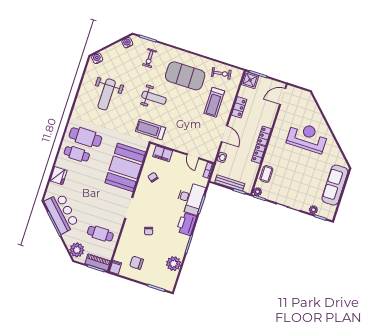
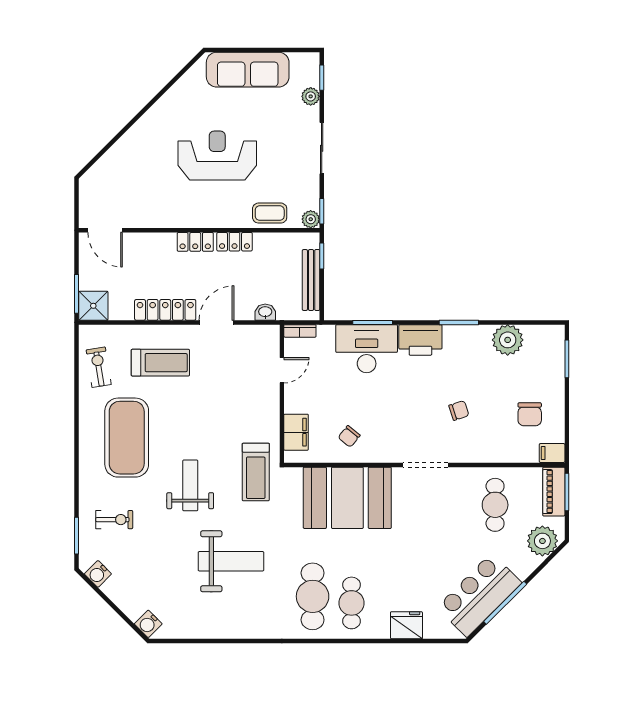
weight bench: (107, 94) -> (231, 561), moved
locker: (239, 107) -> (165, 310), width x1.53
reception desk: (307, 137) -> (217, 156), moved, turned 90

